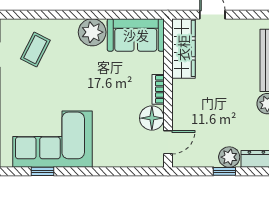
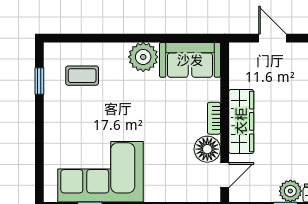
wardrobe: (183, 48) -> (241, 121), moved
coffee table: (35, 50) -> (82, 76), turned 63

